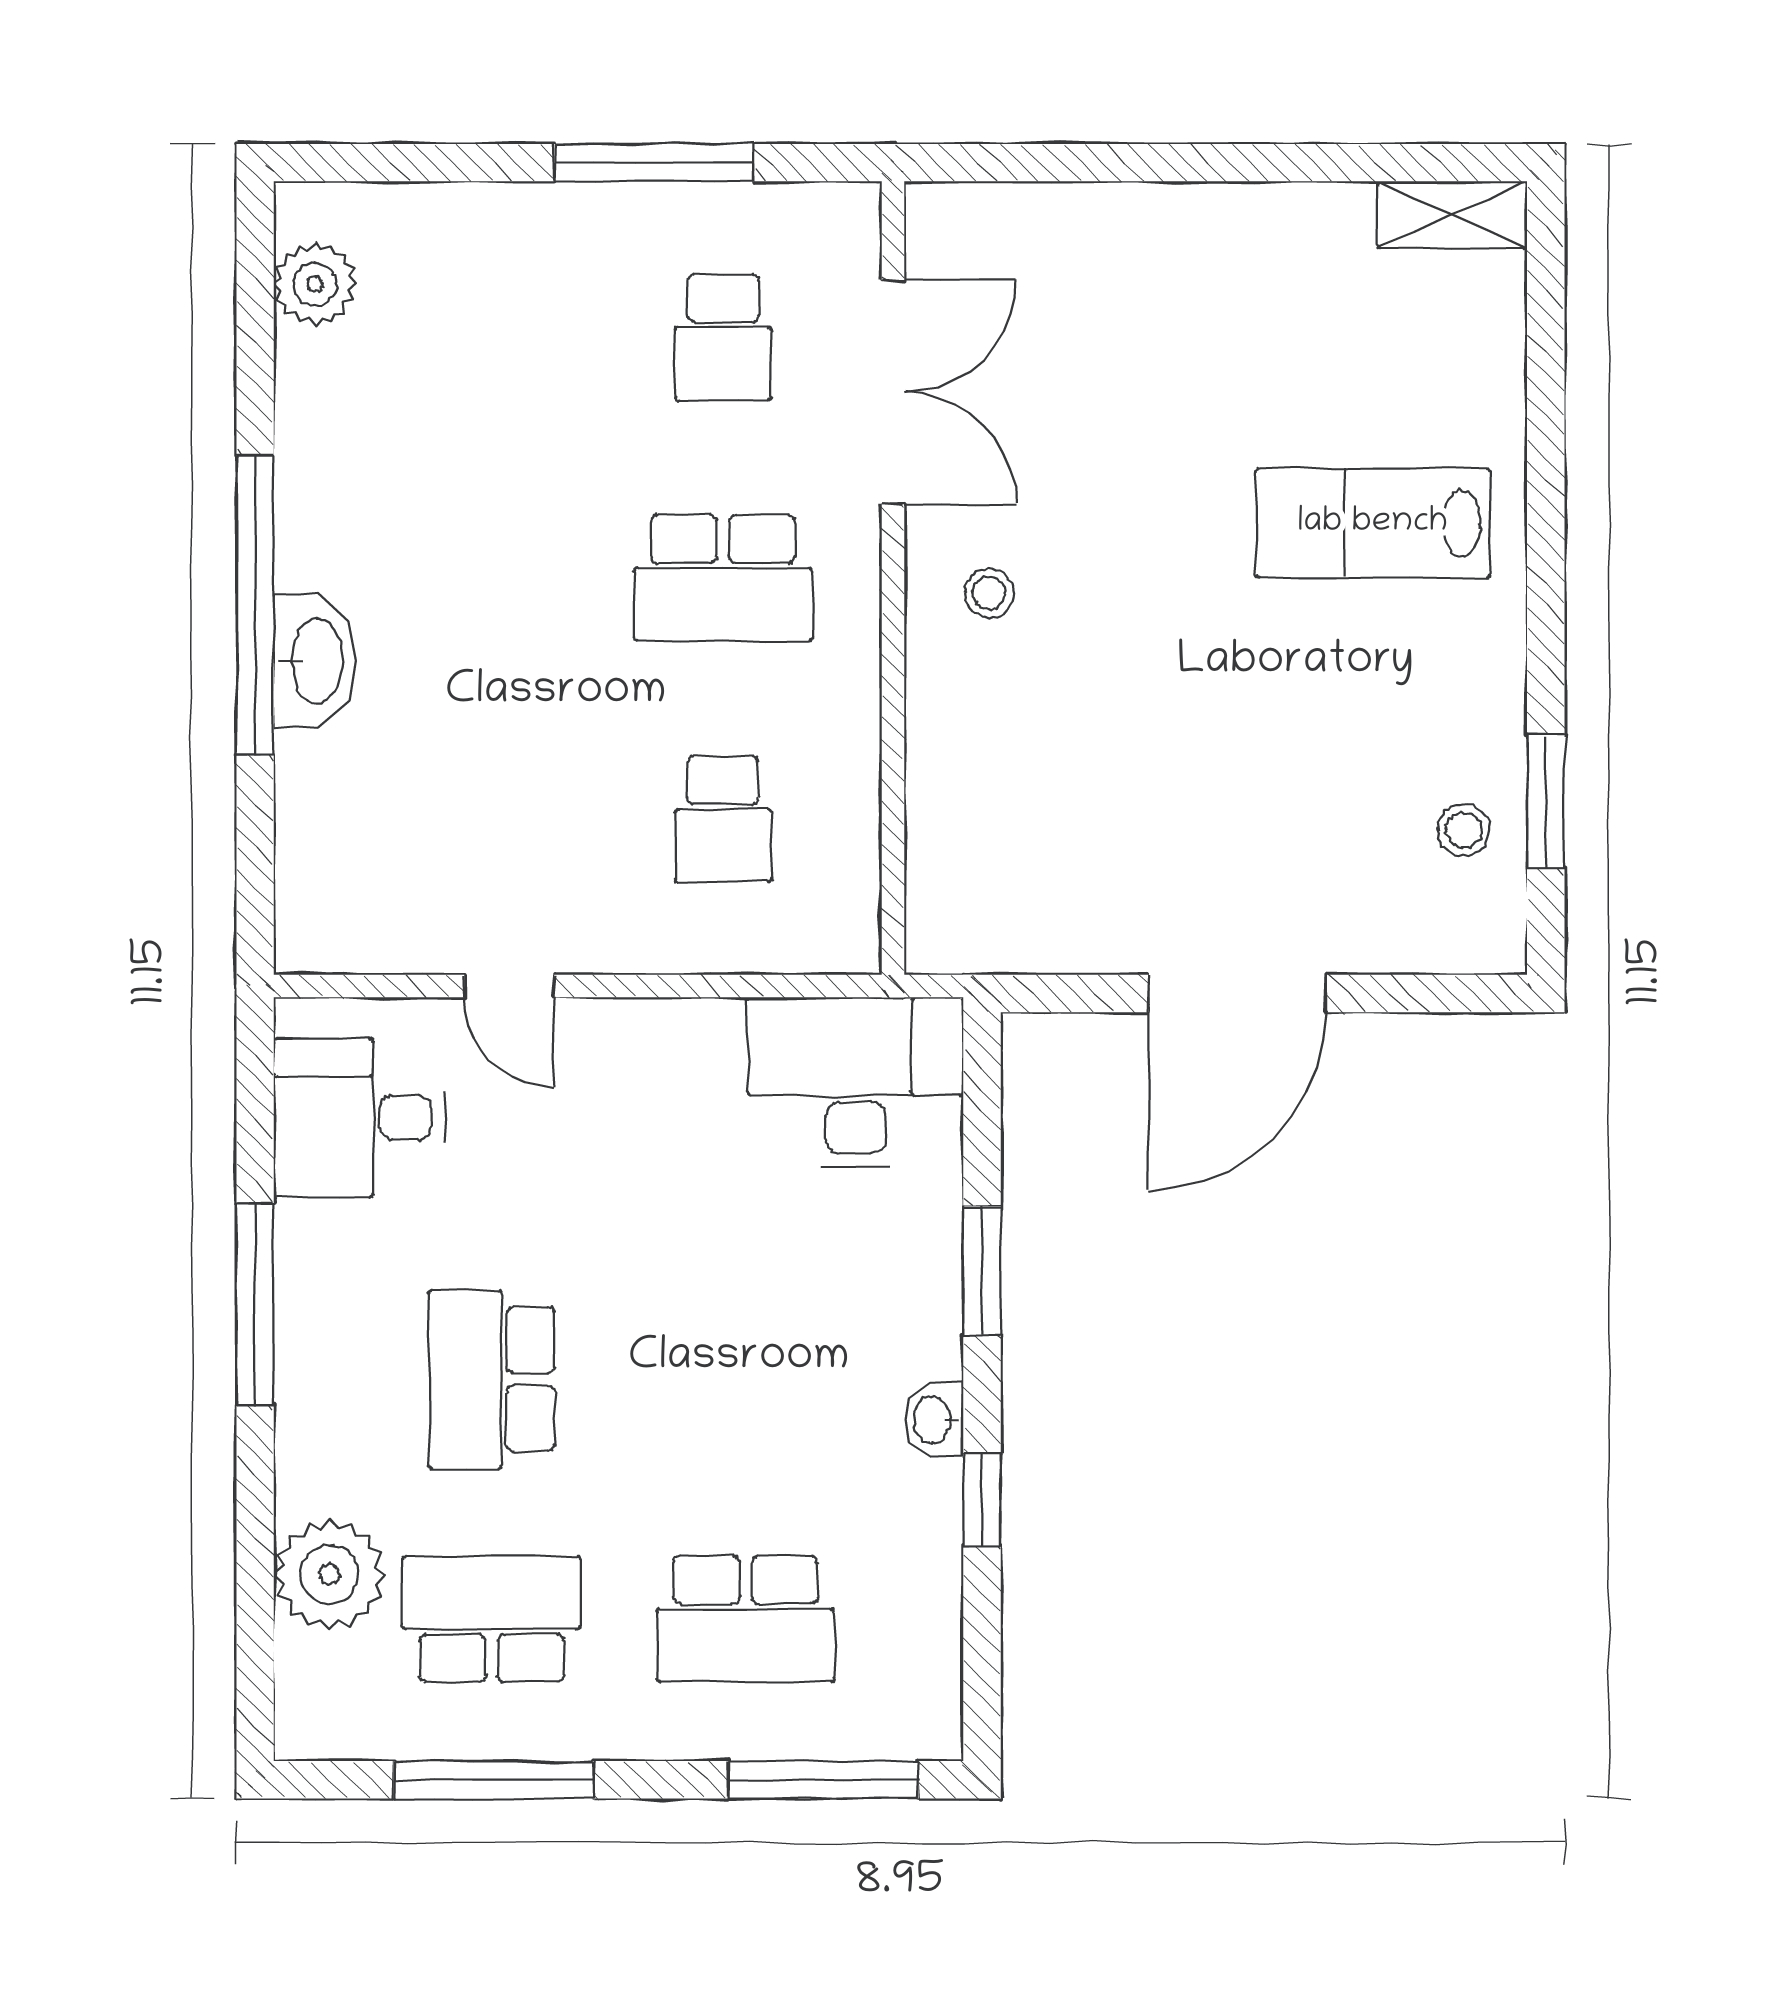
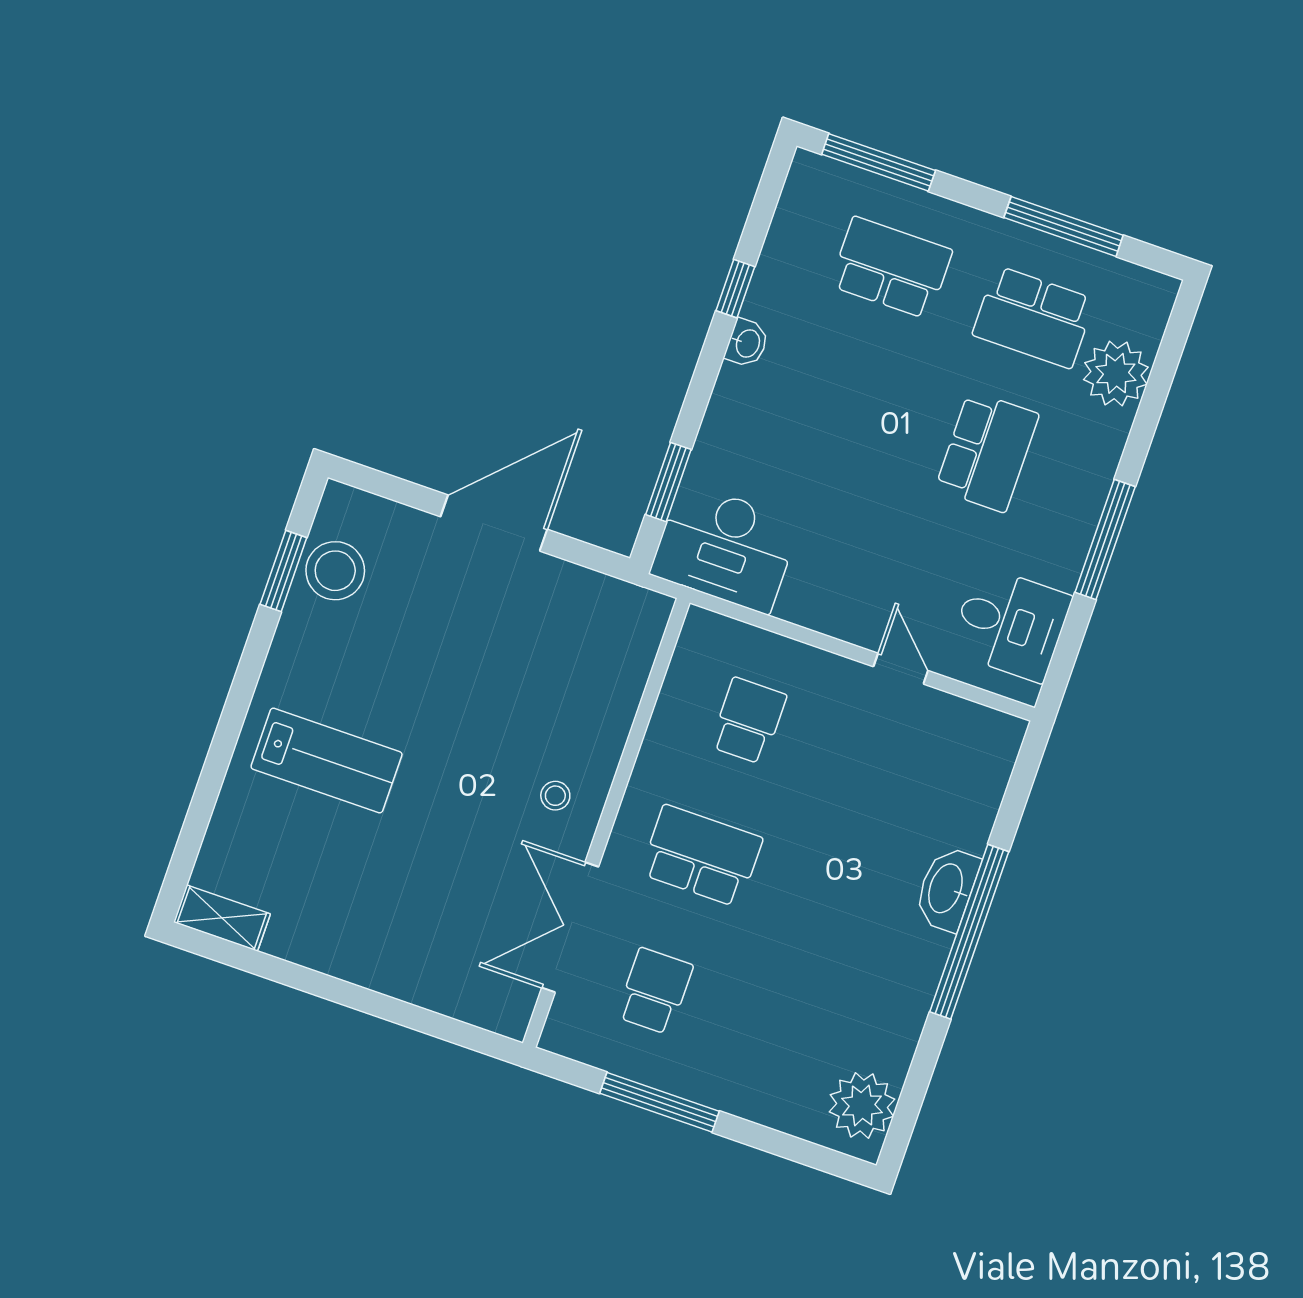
plant: (315, 284) -> (862, 1105), width x1.36, depth x1.36
stool: (1464, 830) -> (335, 571), width x1.89, depth x1.89
window: (982, 1271) -> (668, 482), moved

